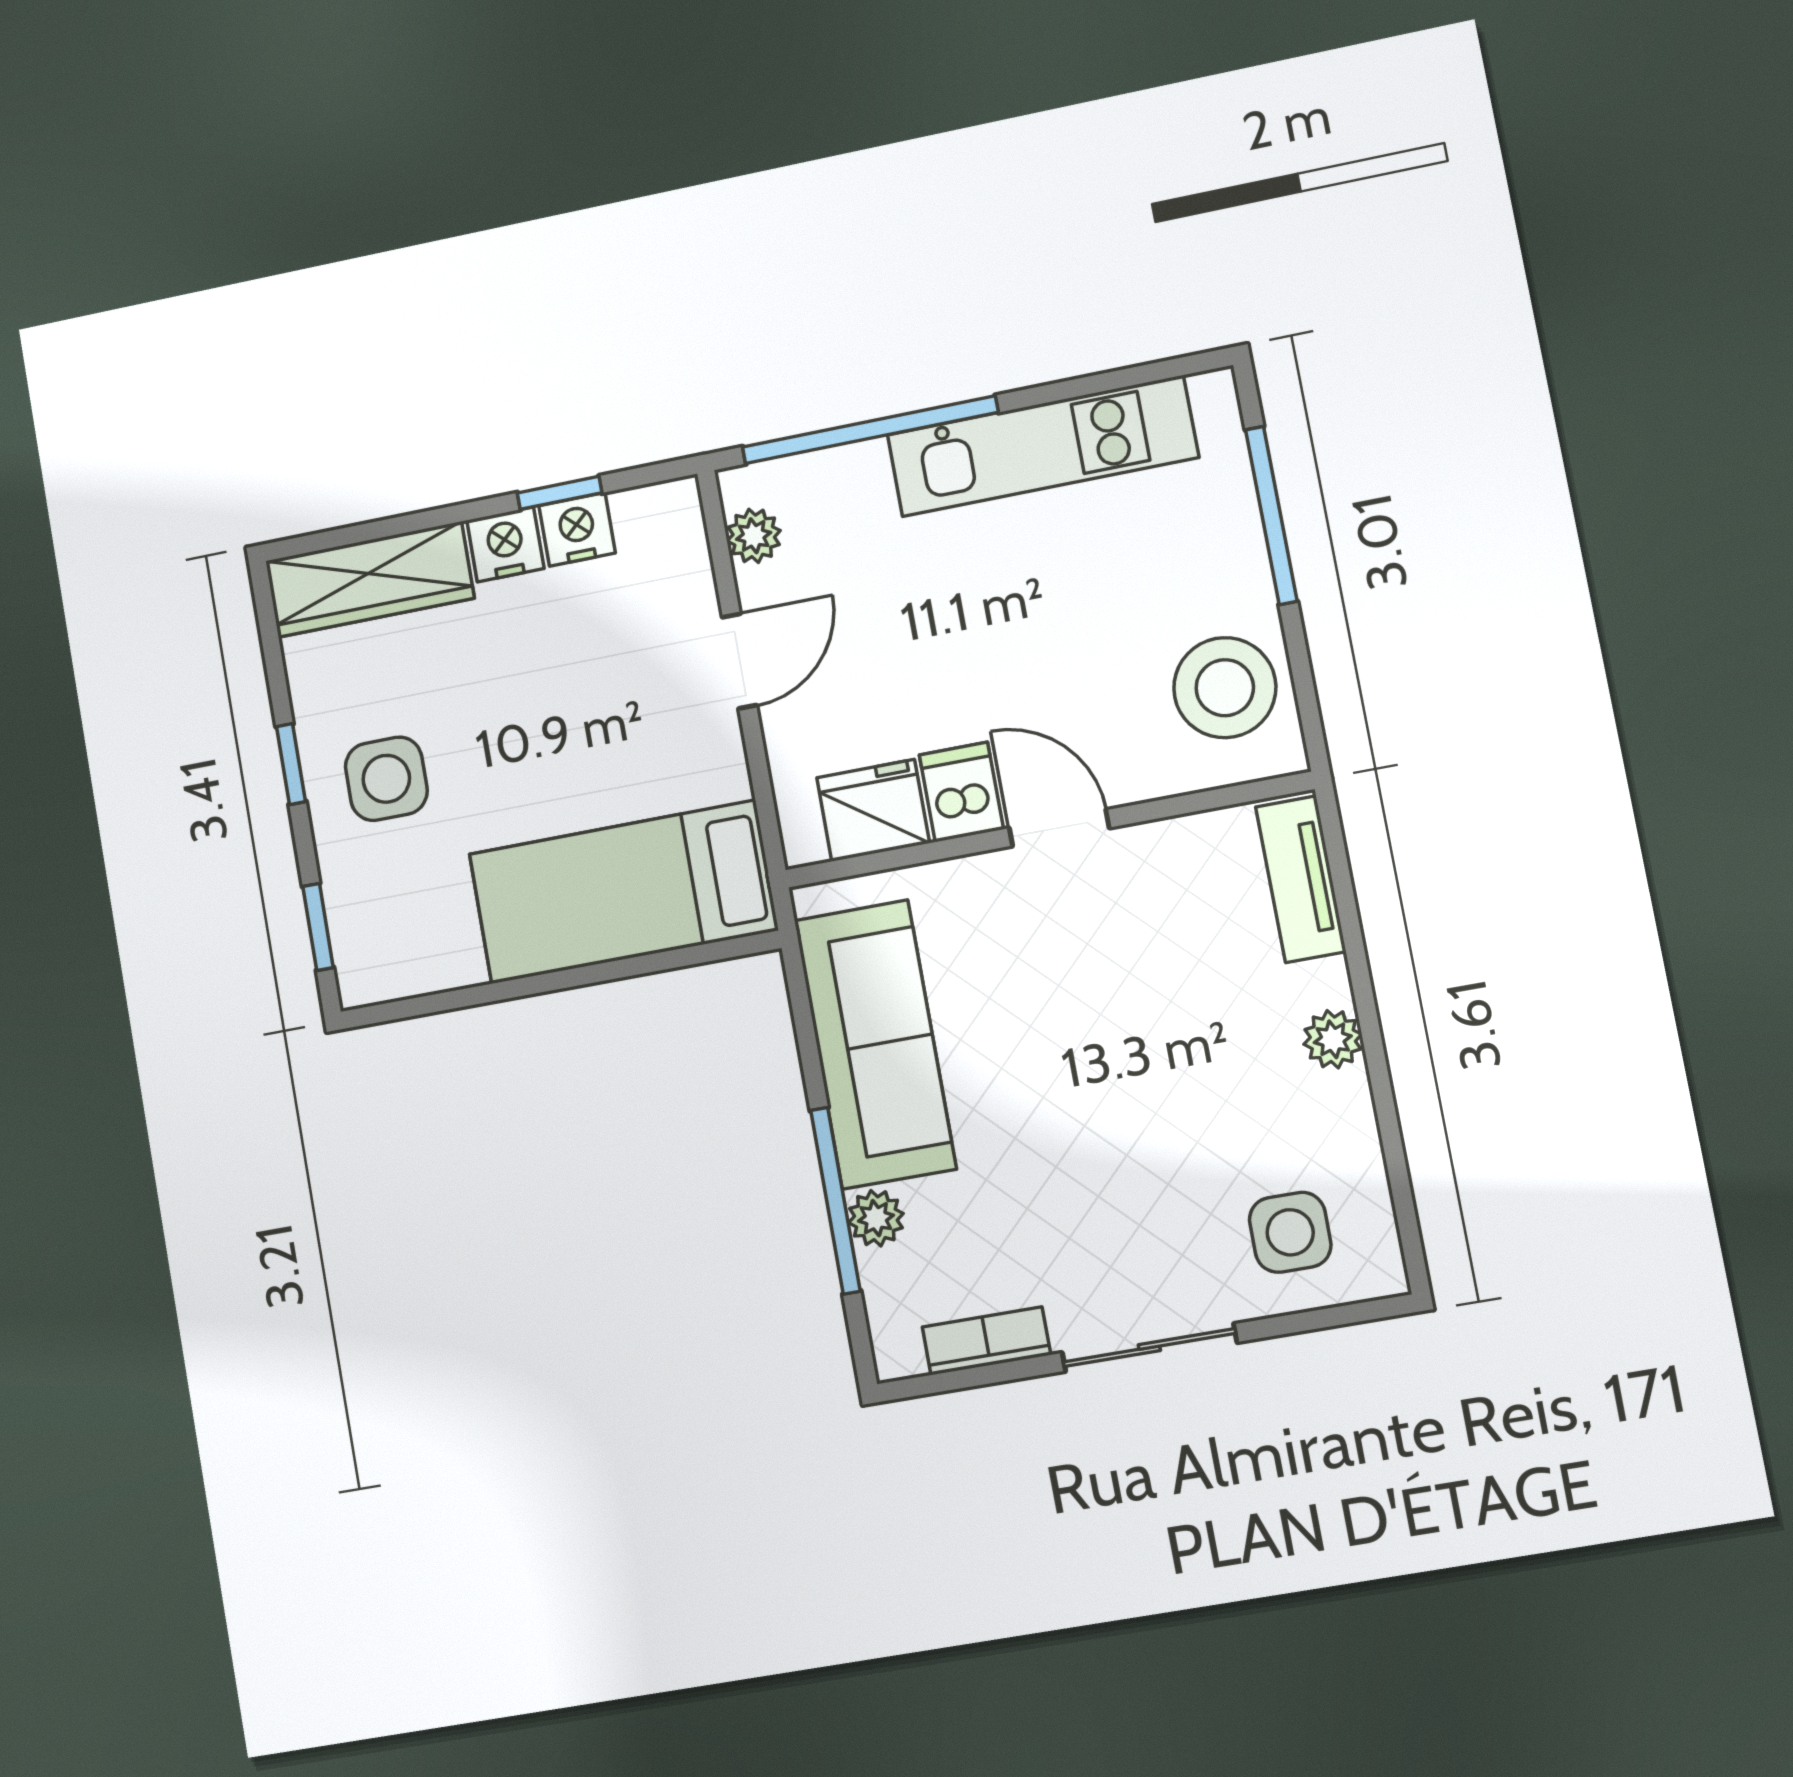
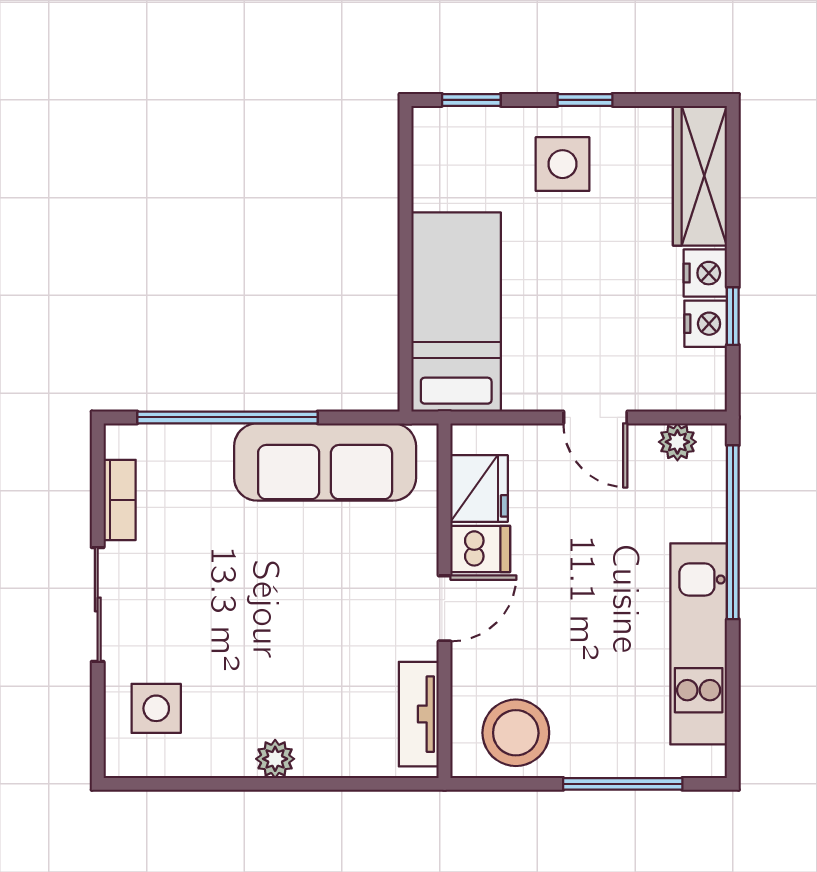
tv unit: (1301, 879) -> (419, 714), moved, turned -90
window: (835, 1201) -> (227, 417), width x1.46
plant: (876, 1218) -> (211, 442), removed

